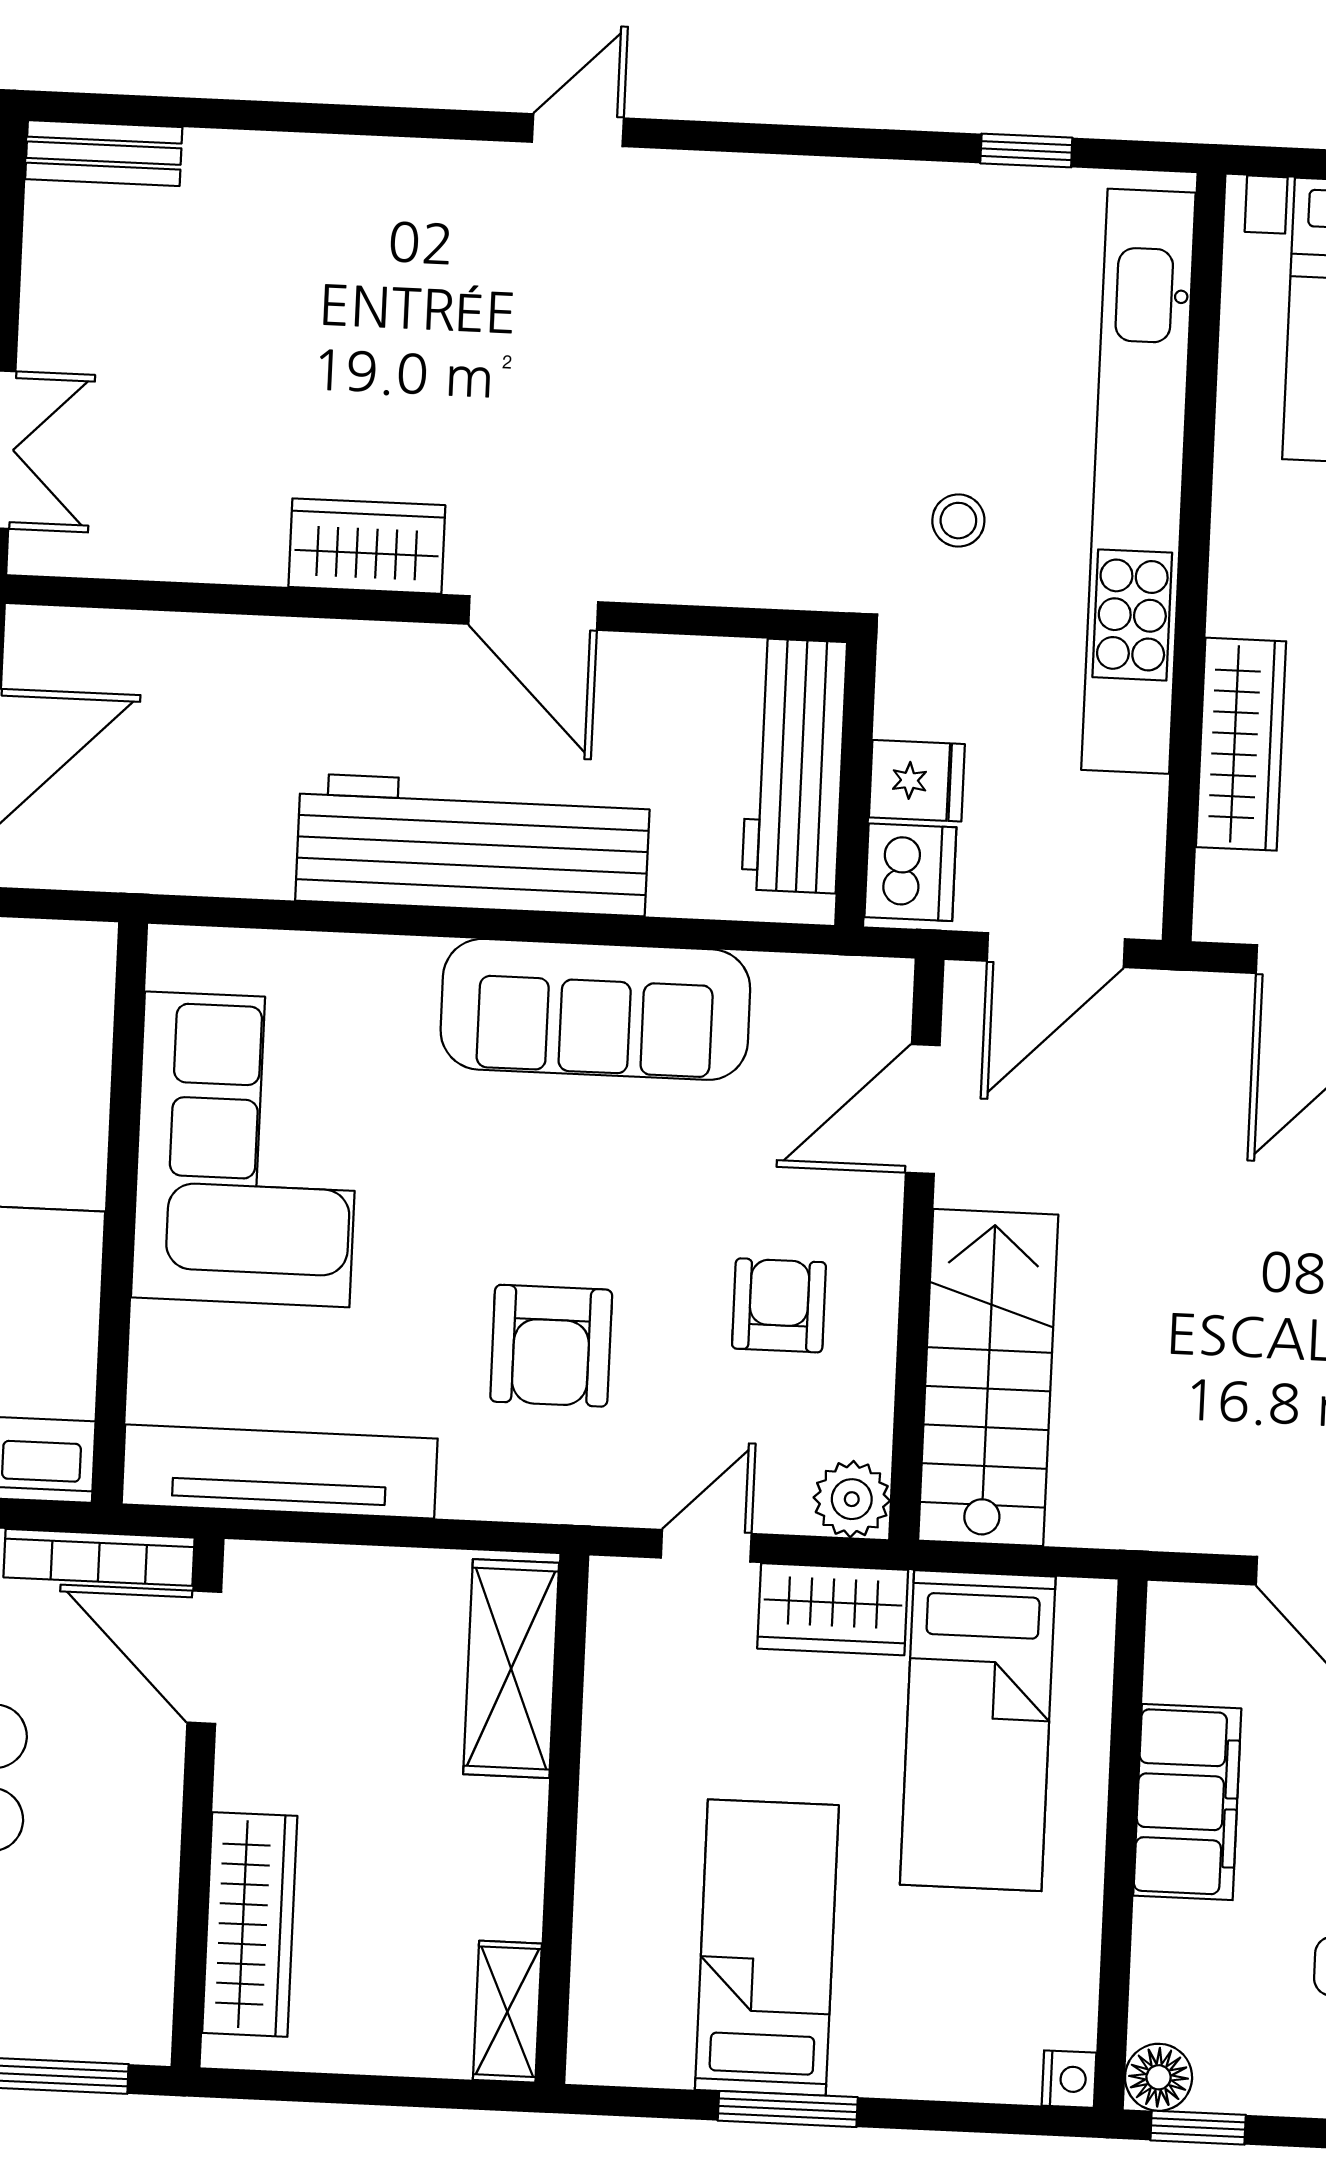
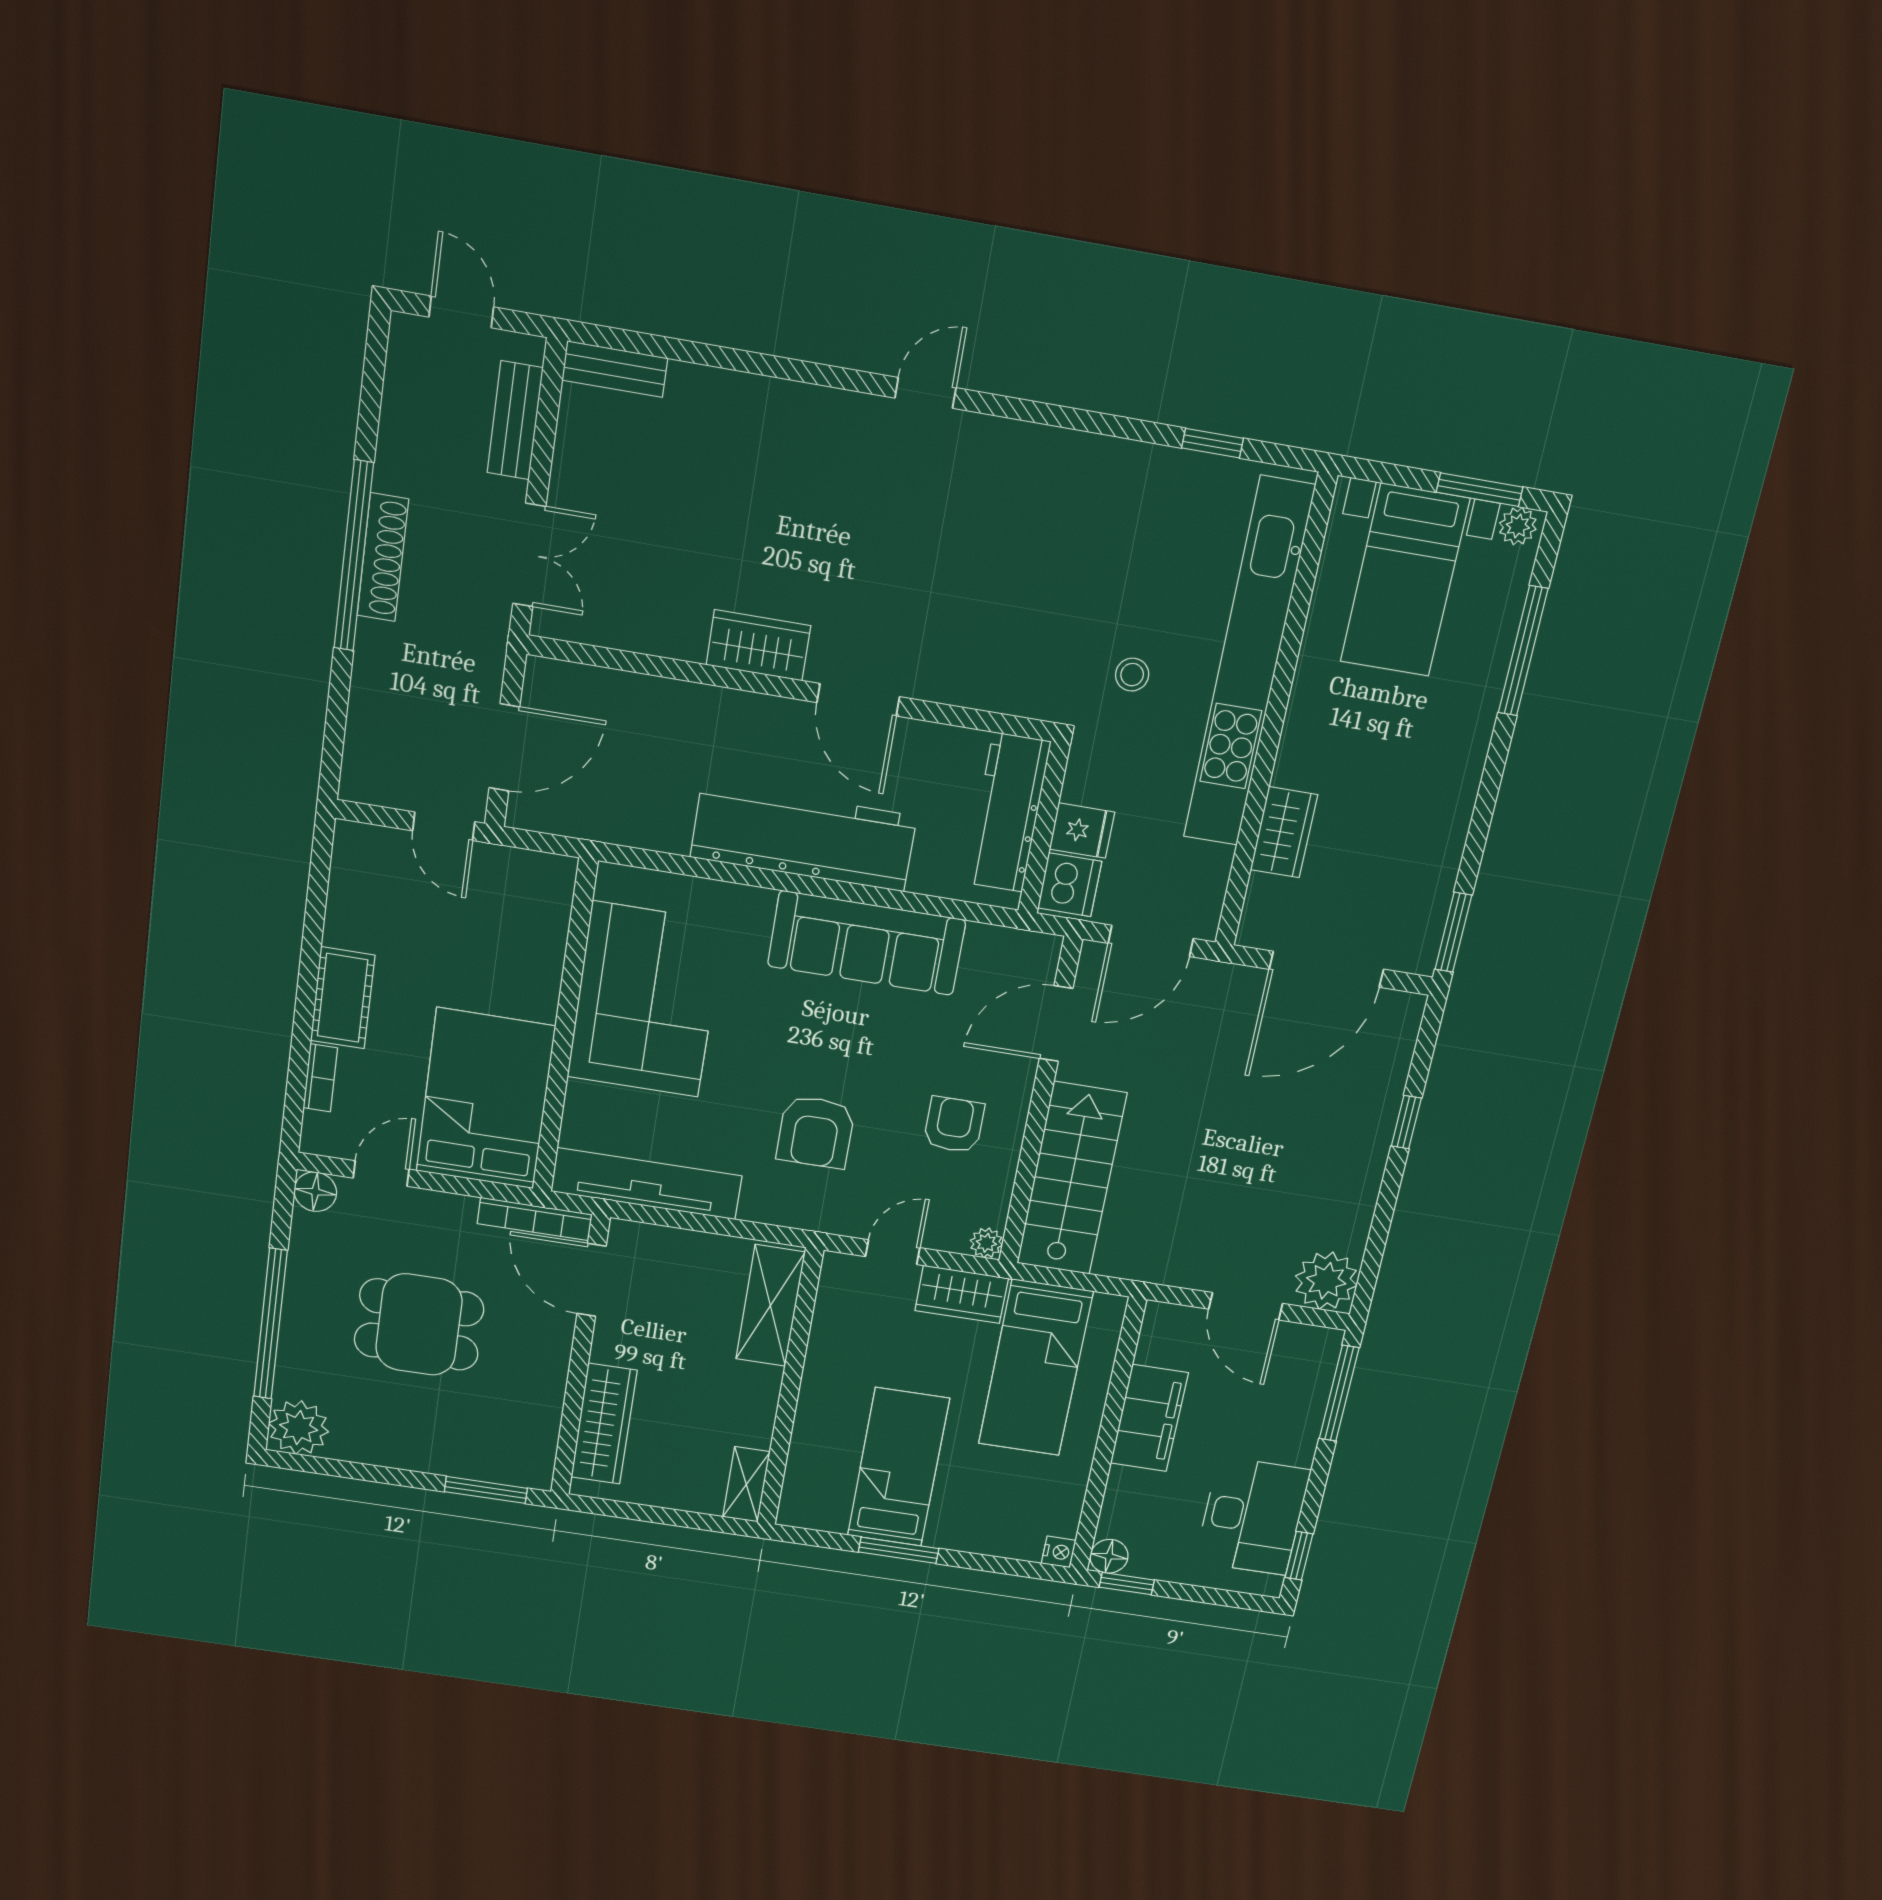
wardrobe: (1241, 744) -> (1284, 832), width x0.67
plant: (852, 1499) -> (986, 1243), width x0.73, depth x0.73

